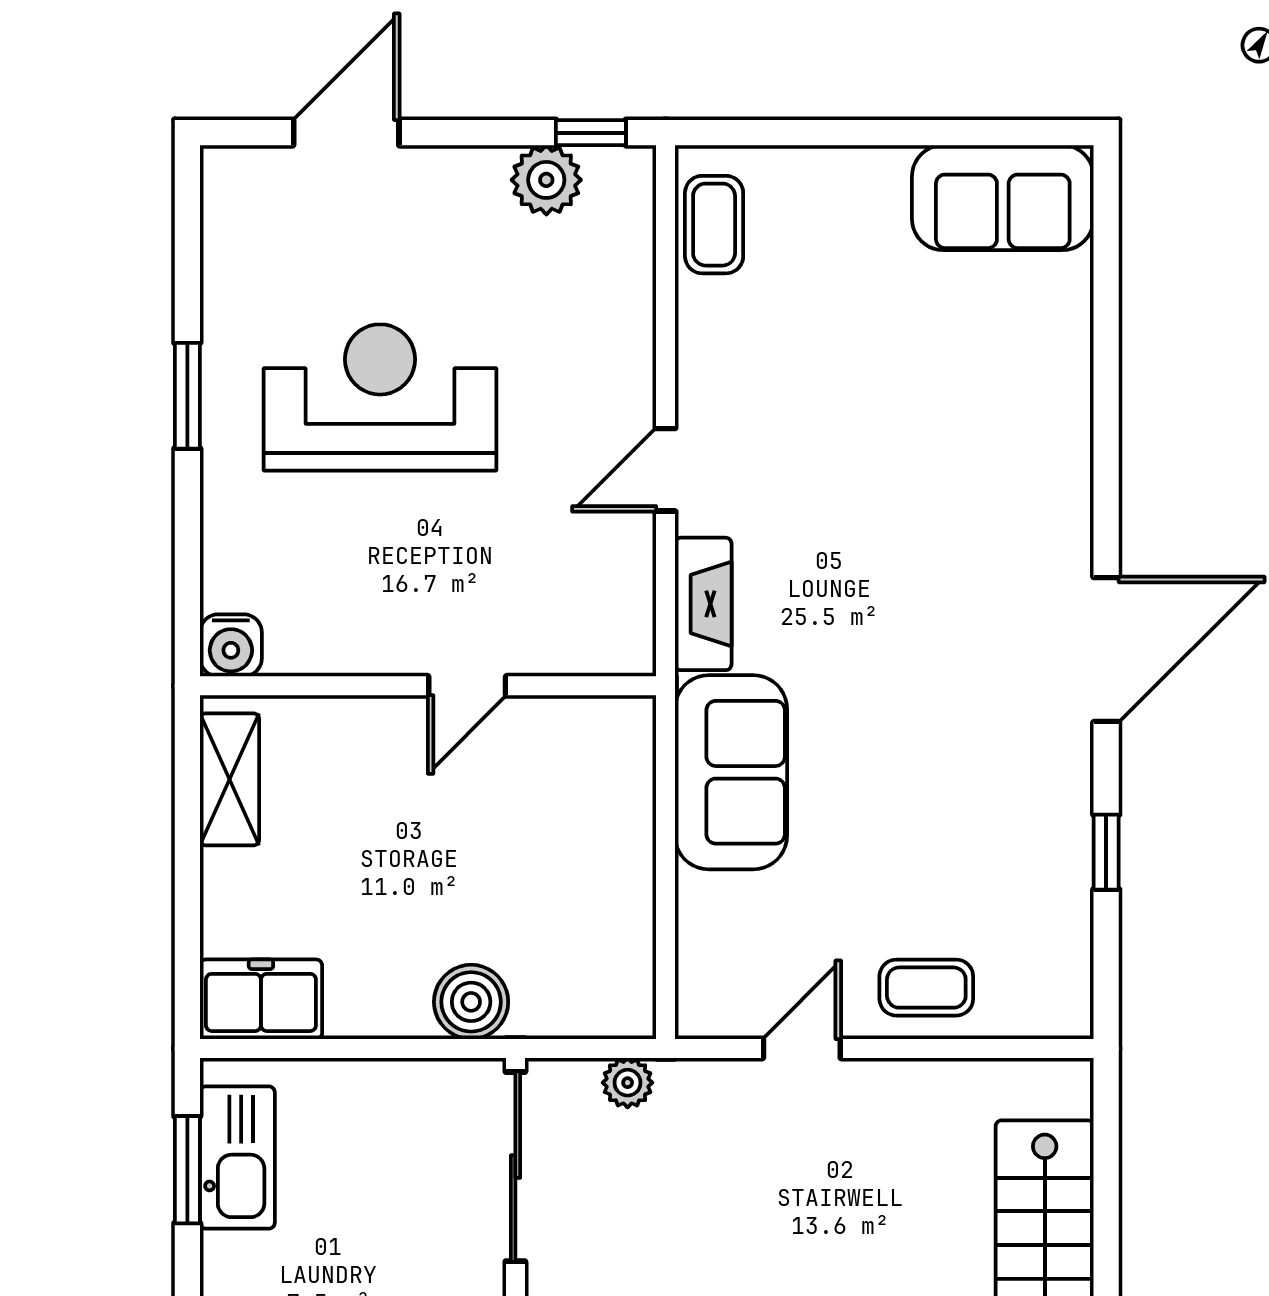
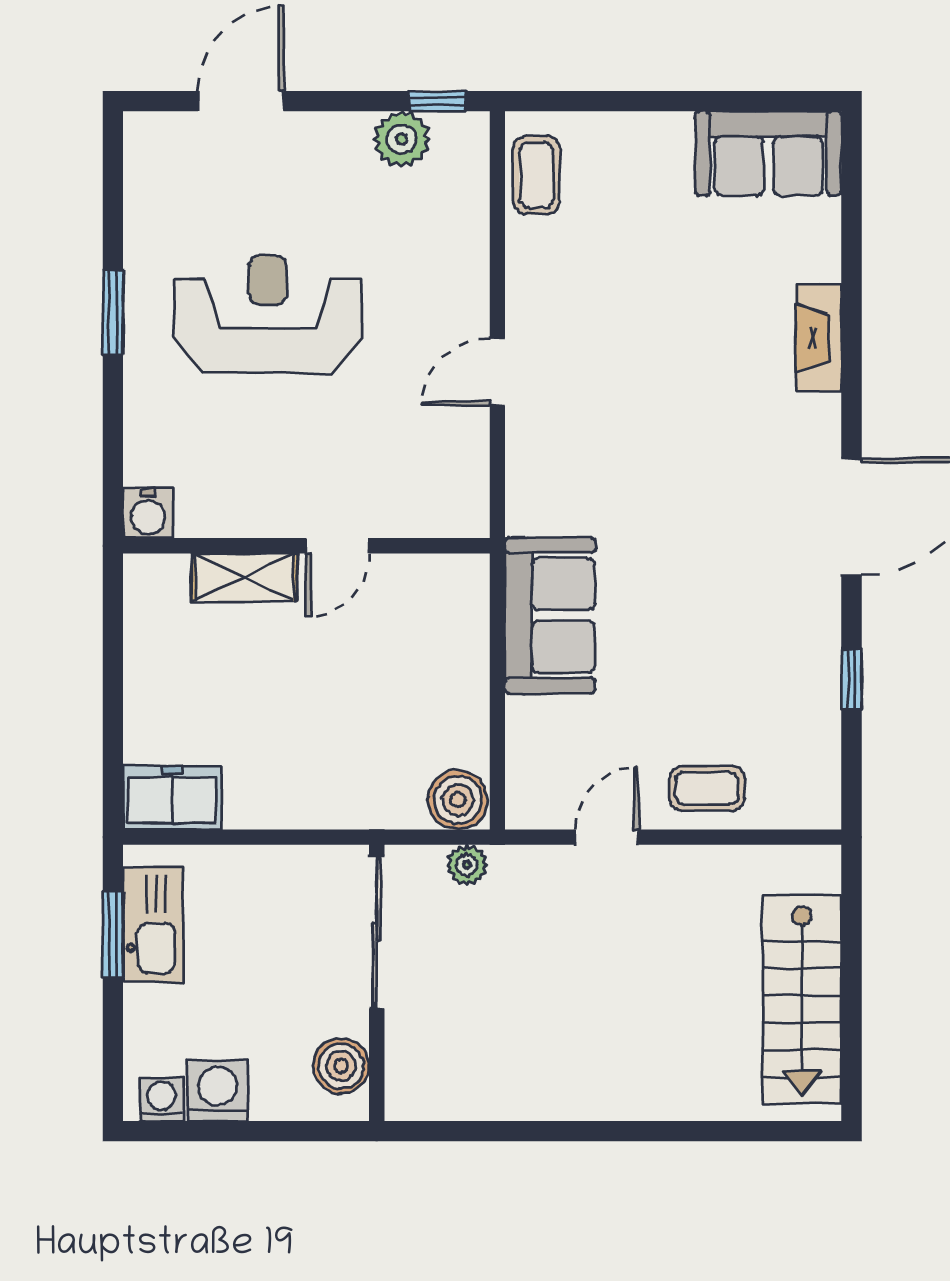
fireplace: (703, 604) -> (819, 338), moved, turned 180
shelving: (229, 779) -> (245, 577), moved, turned 90
boiler: (471, 1002) -> (458, 800), moved

